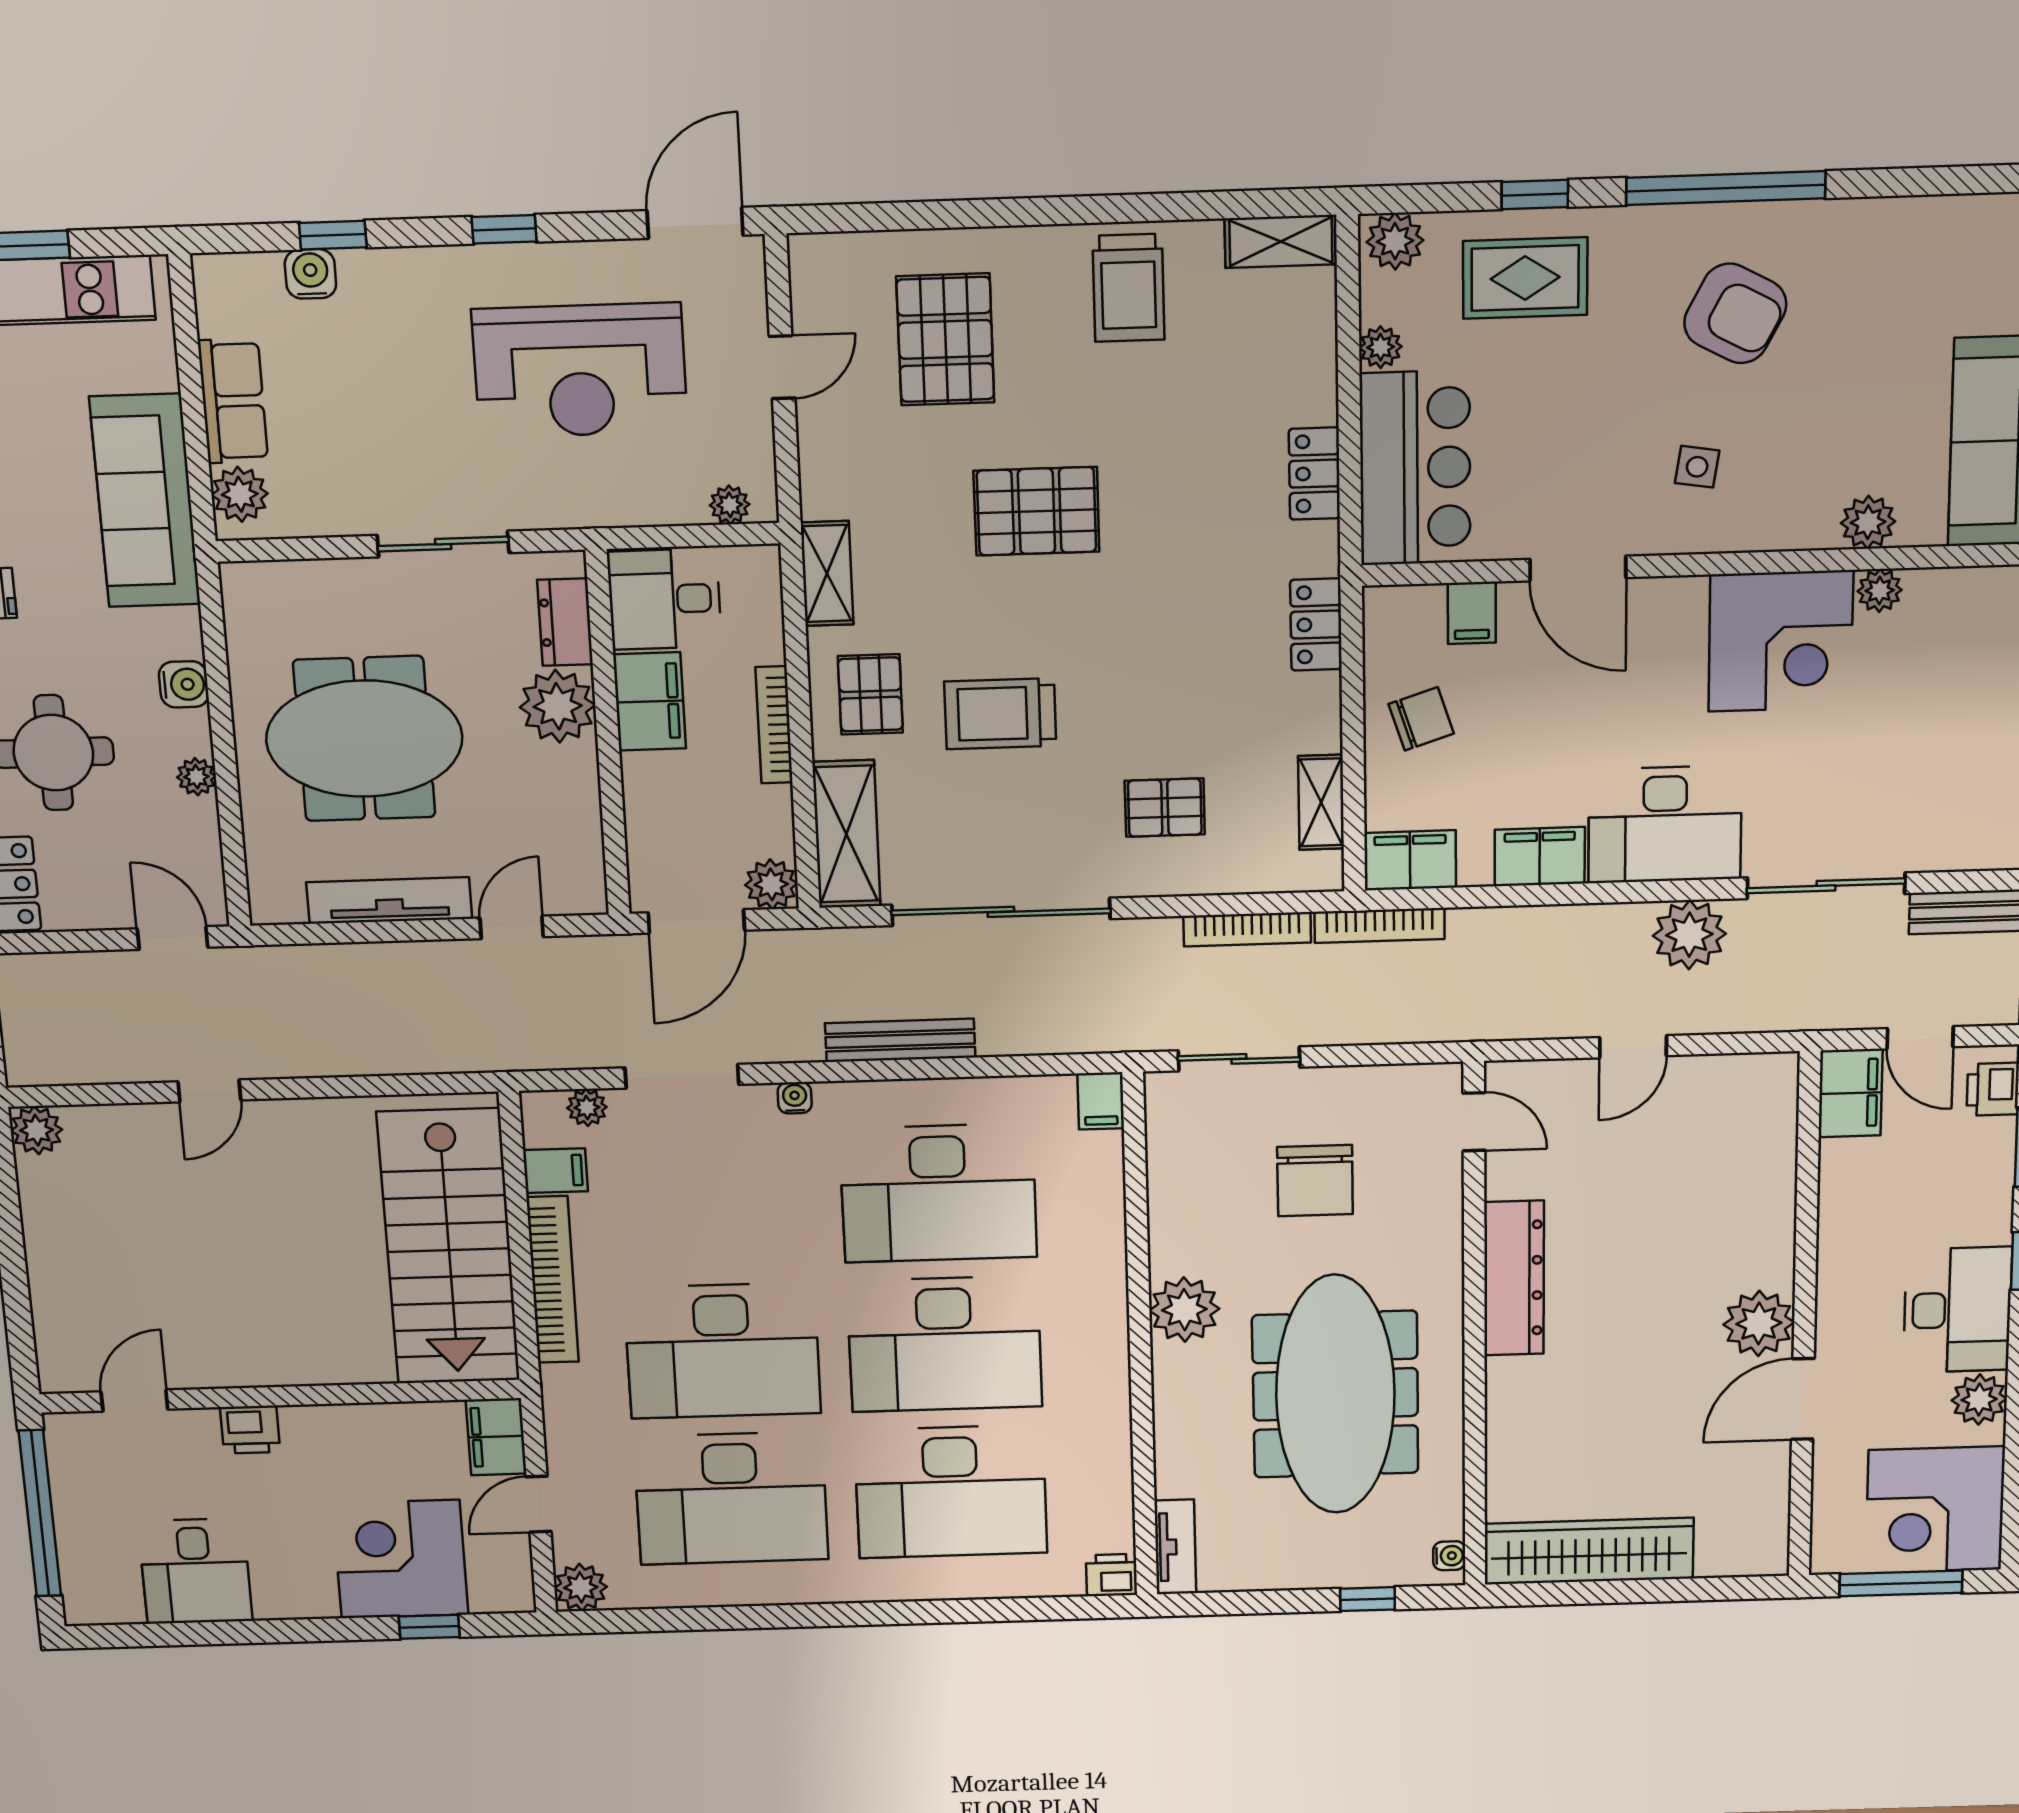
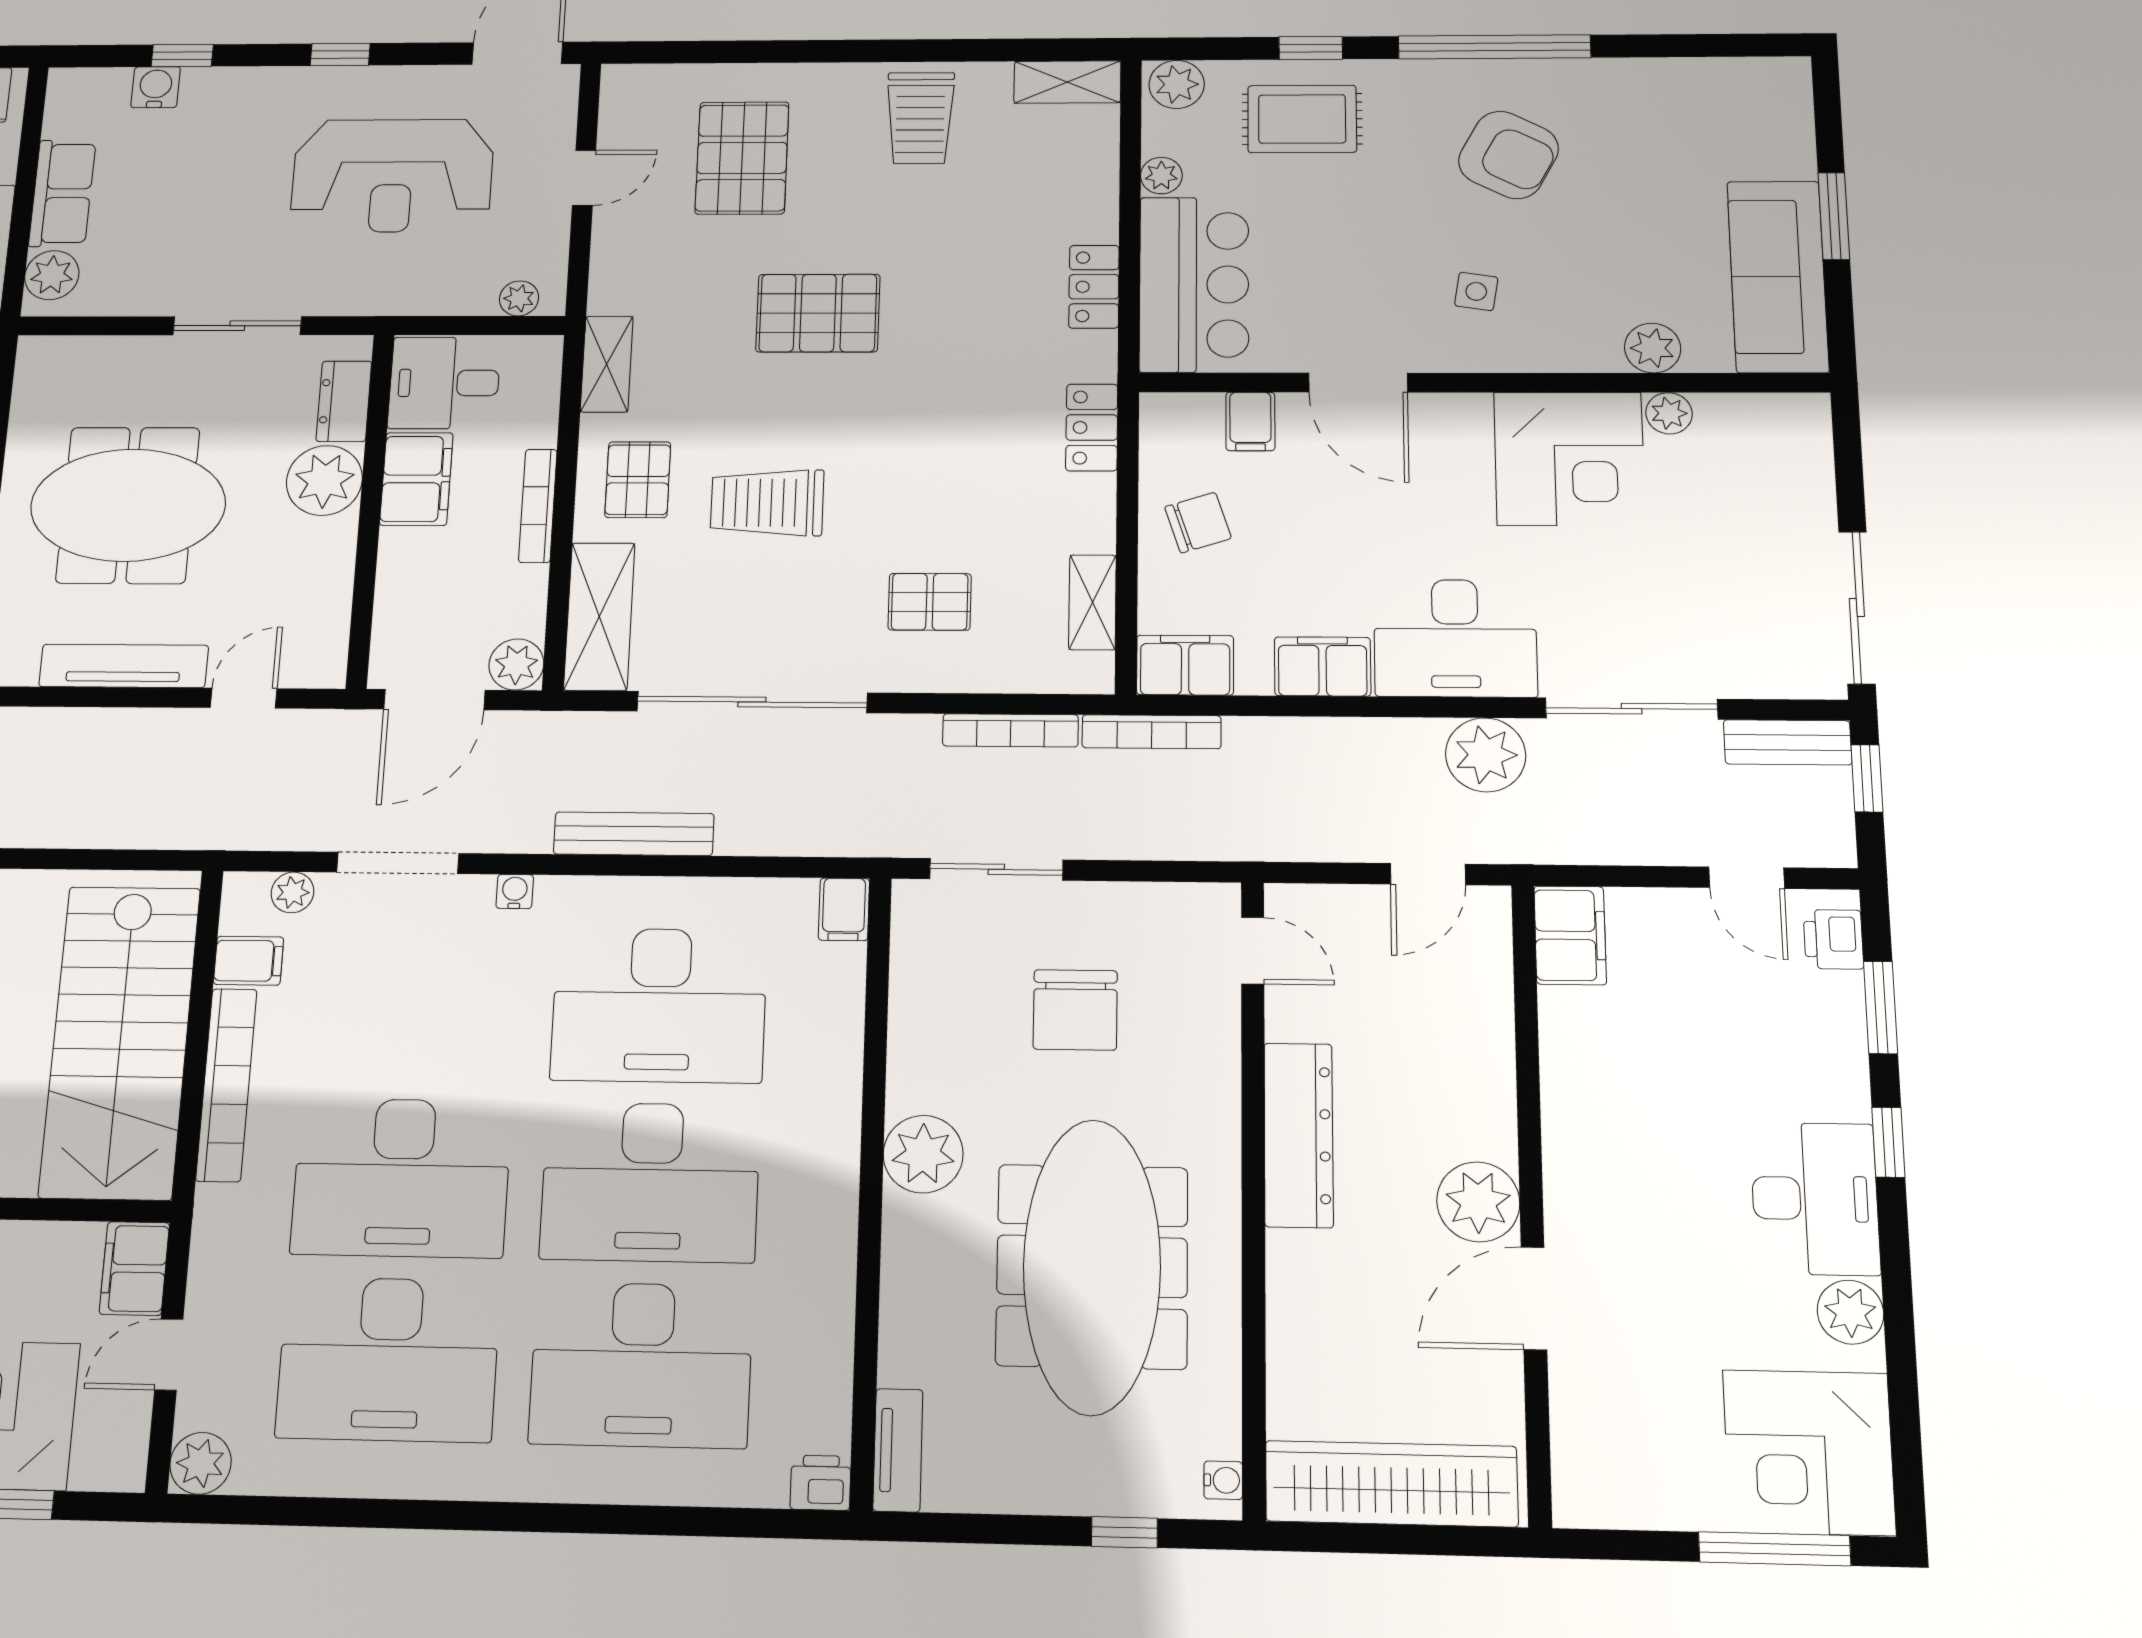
filing cabinet: (1851, 1093) -> (1570, 935), moved
wall: (1805, 1318) -> (1531, 1198), moved
plant: (1759, 1323) -> (1478, 1202), moved
door: (1803, 1399) -> (1534, 1298), moved

